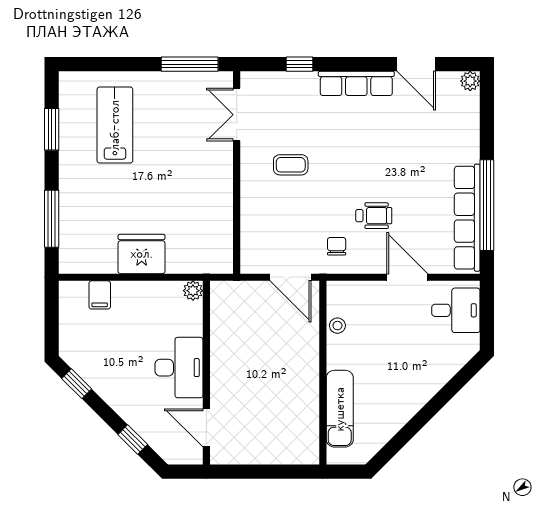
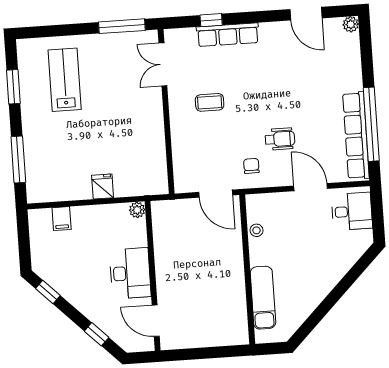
row of seats: (356, 83) -> (228, 35), moved
fridge: (142, 254) -> (103, 186), width x0.53, depth x0.75

